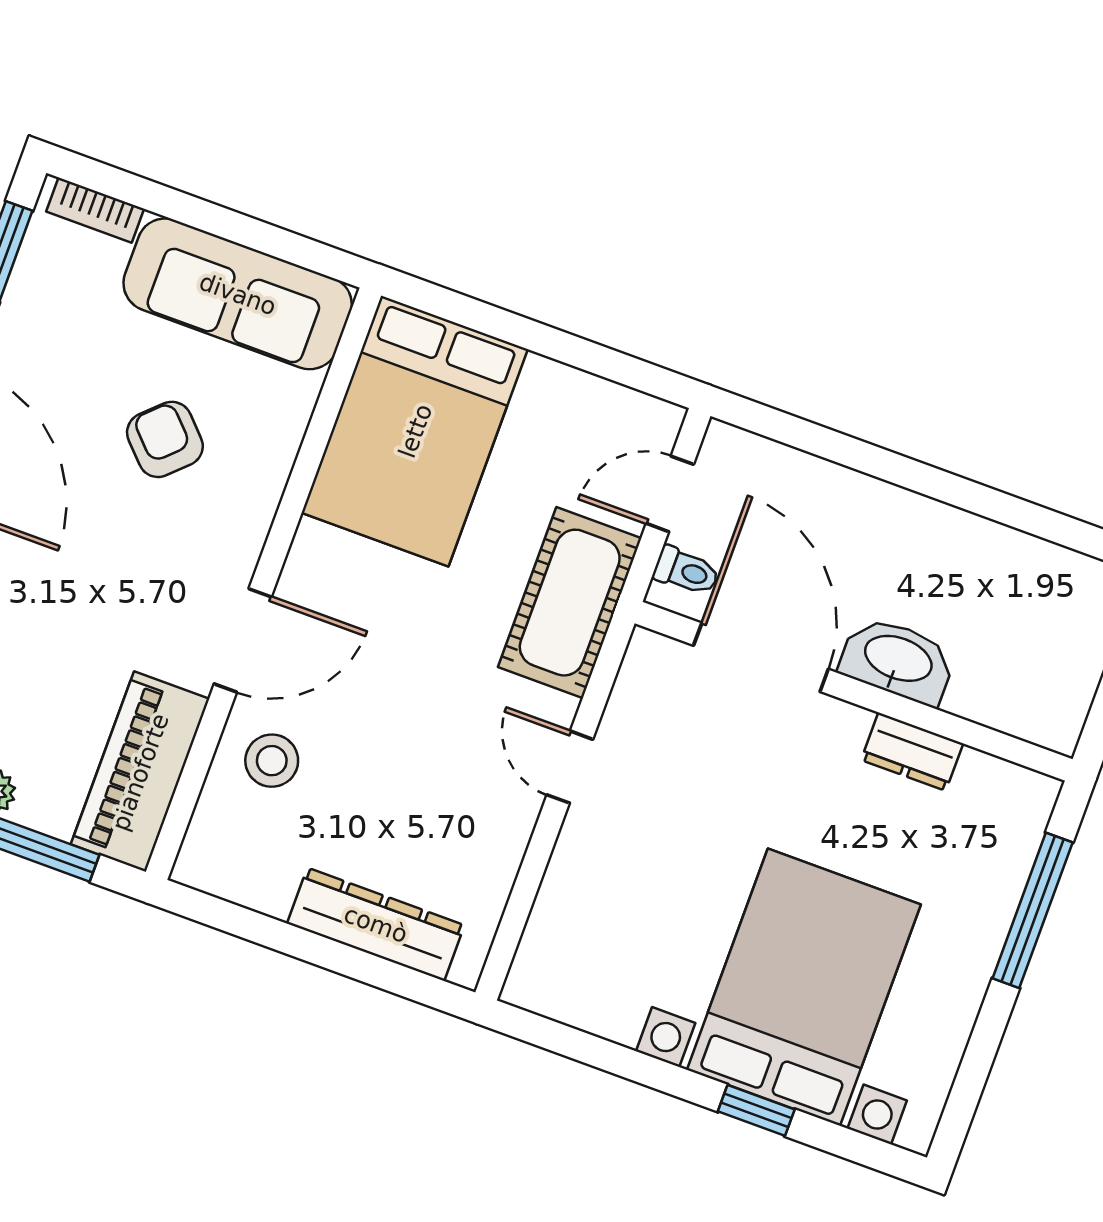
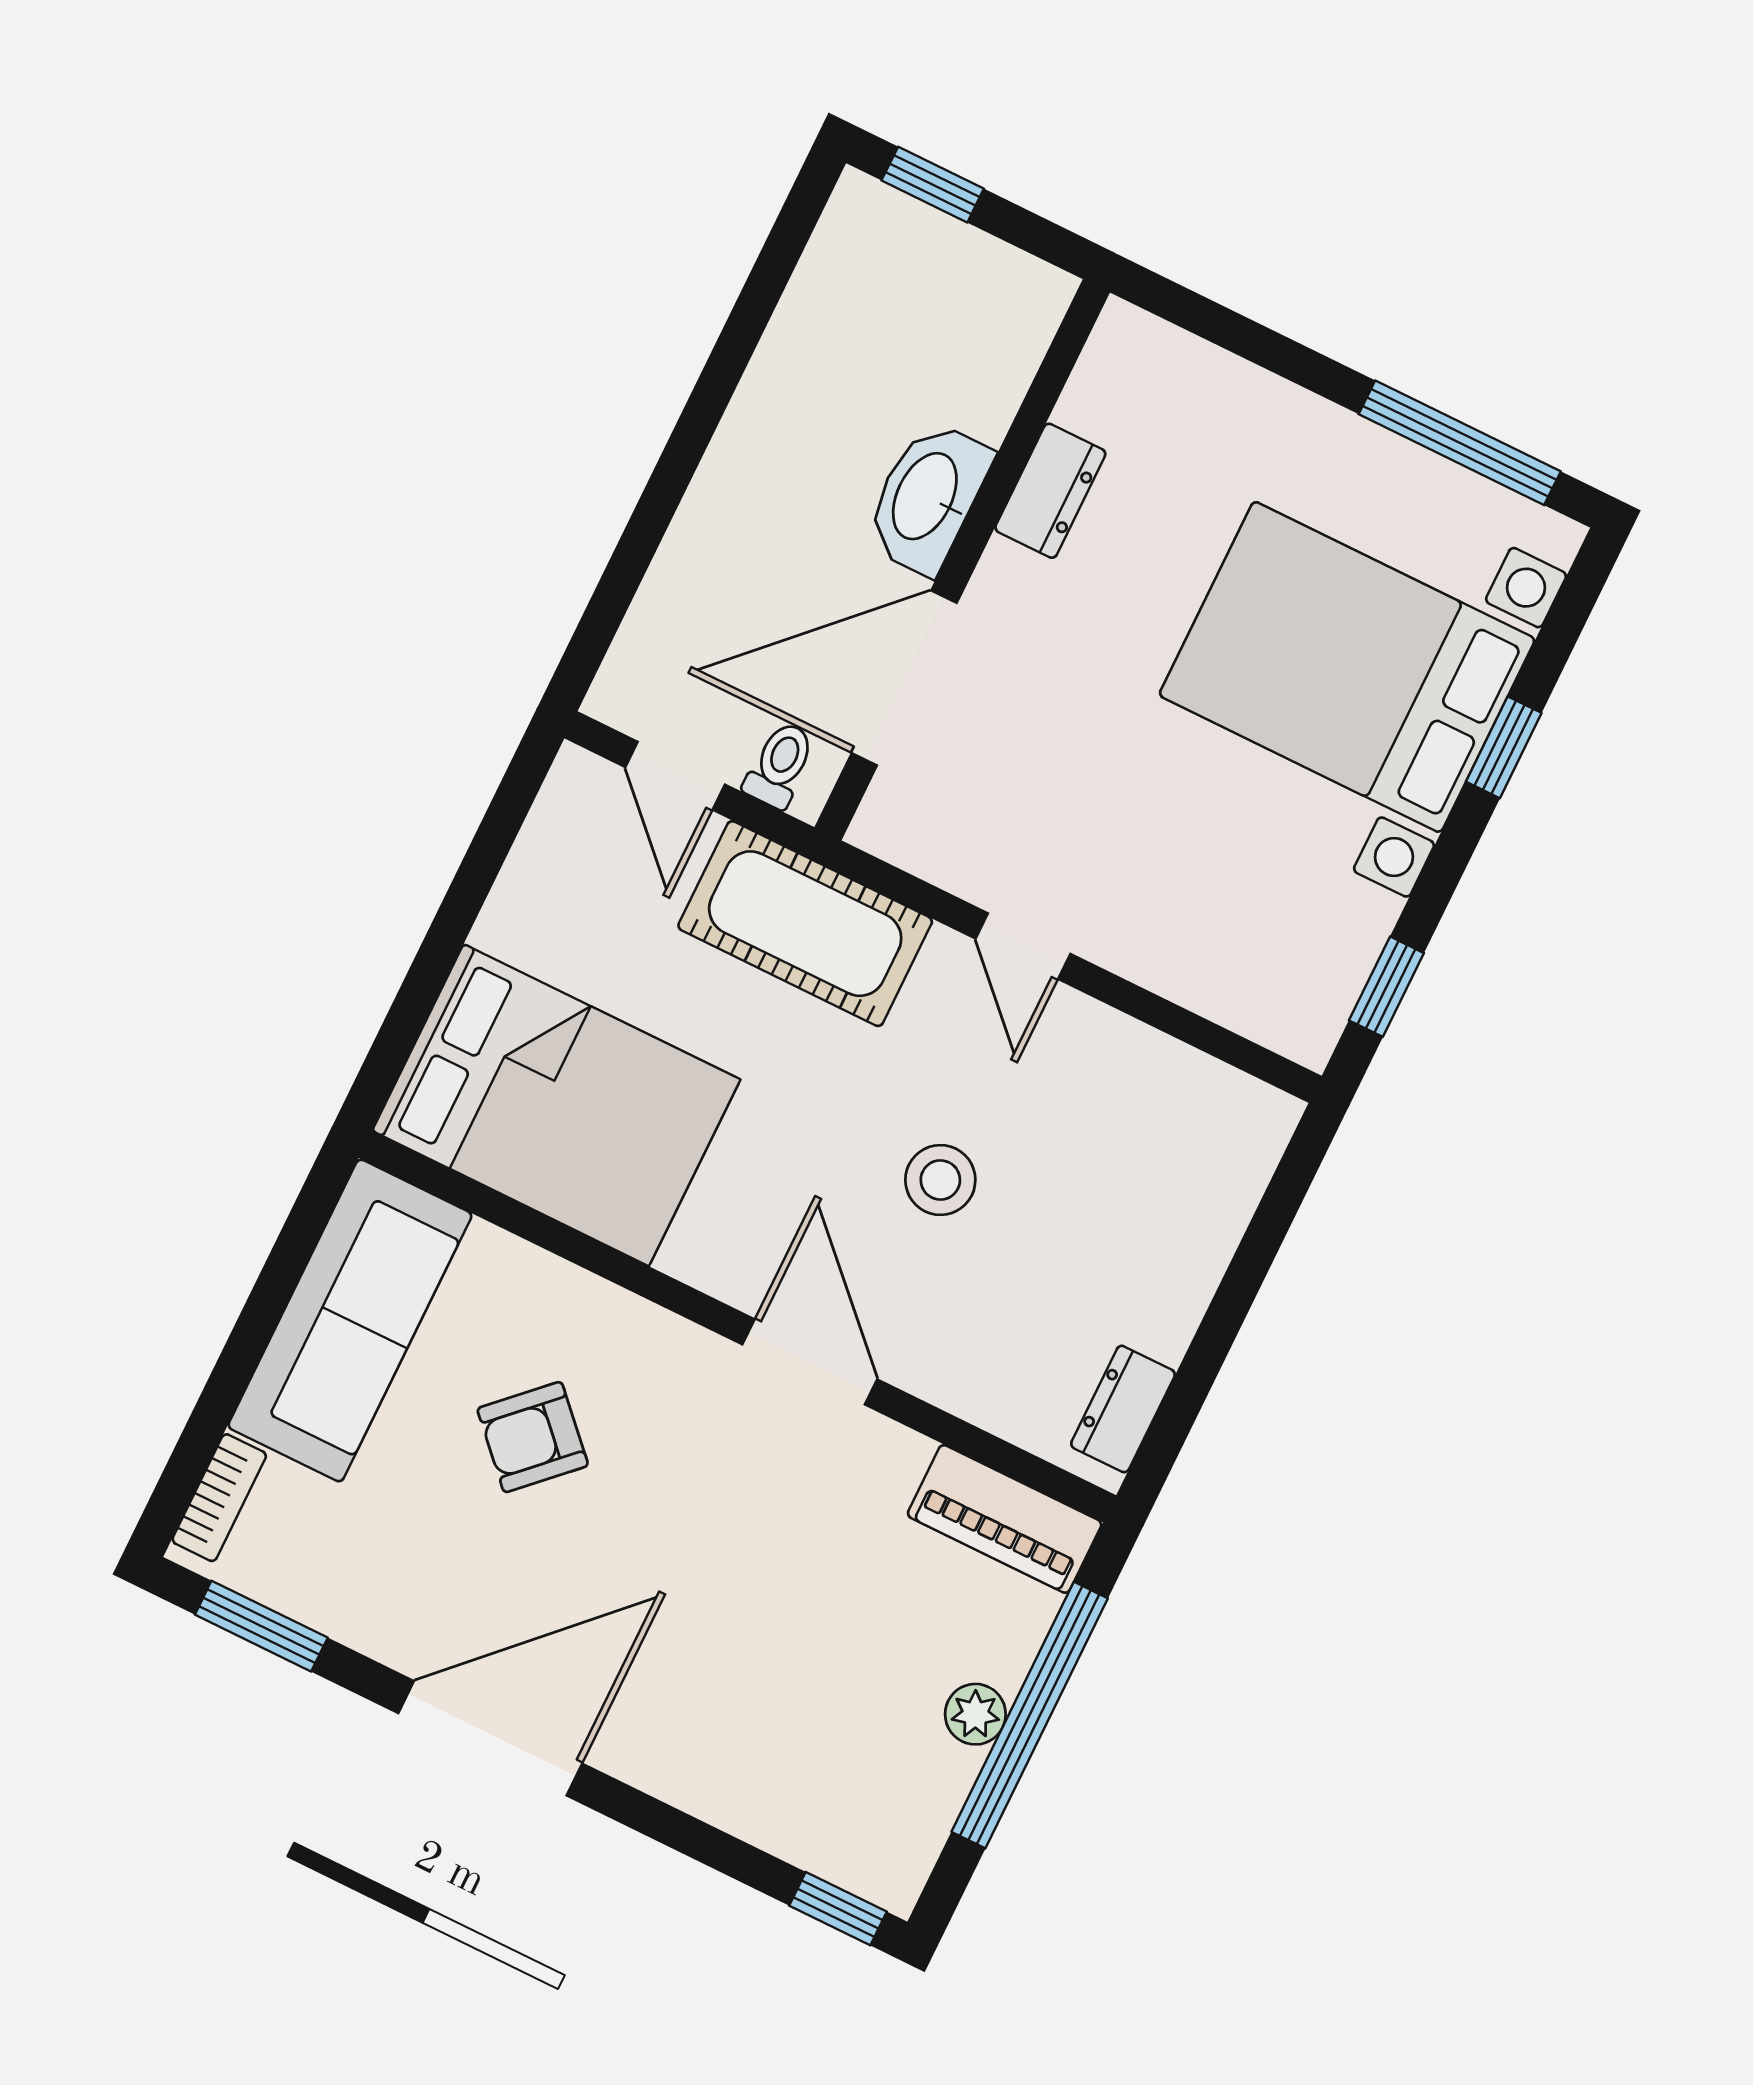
stool: (272, 761) -> (940, 1180), moved
door: (570, 767) -> (1023, 946), hinge flipped
piano: (140, 772) -> (1005, 1519), width x0.73, depth x0.75
window: (1033, 910) -> (1460, 443), moved
dresser: (376, 924) -> (1123, 1409), moved, width x0.51, depth x0.80
window: (568, 1042) -> (1386, 987), added

